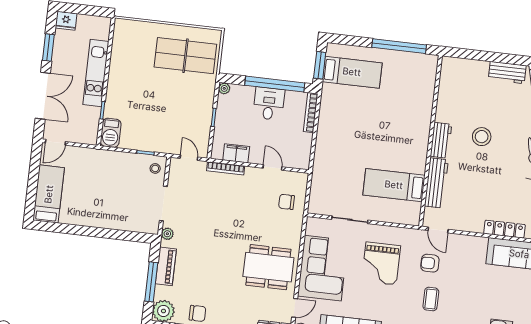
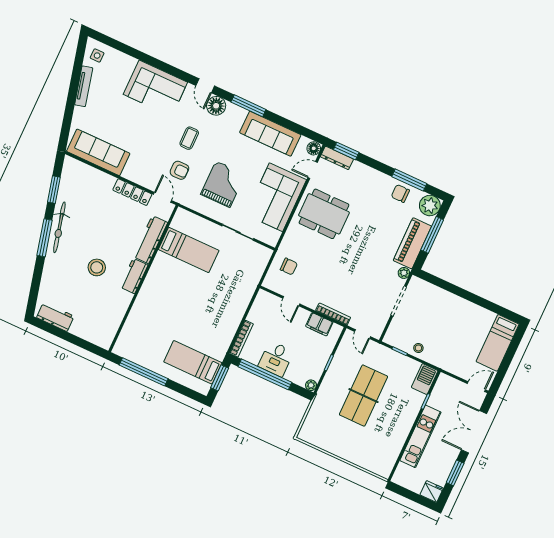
table tennis table: (185, 56) -> (364, 396), moved, turned 90
stool: (155, 168) -> (418, 348), moved
locker: (505, 229) -> (132, 192), moved
piano: (166, 266) -> (412, 243), width x1.37, depth x1.33

